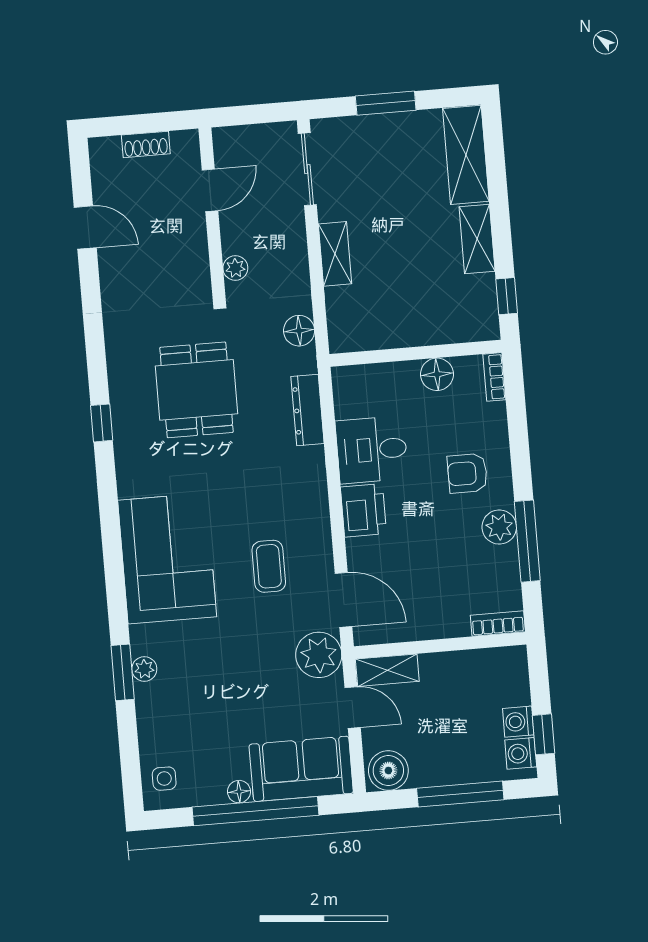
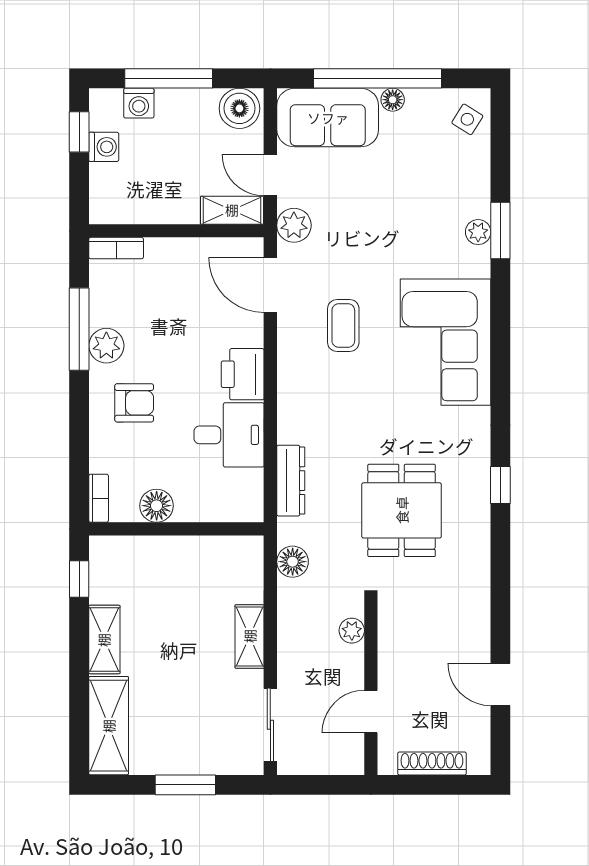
shoe rack: (146, 144) -> (432, 763), width x1.43
plant: (319, 655) -> (294, 225), width x0.73, depth x0.73
washing machine: (521, 753) -> (139, 103), moved, turned 90
side table: (164, 779) -> (467, 119), turned 32

